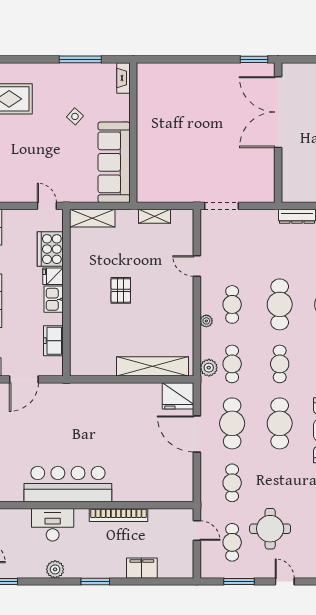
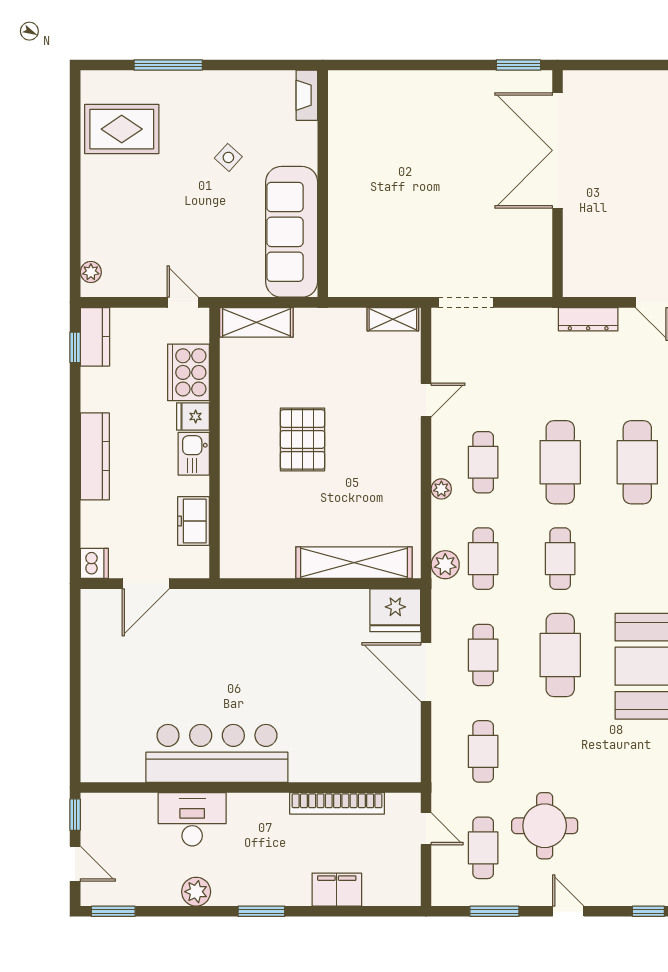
window: (80, 59) -> (168, 65), moved
shelving: (155, 216) -> (393, 319), moved
door: (197, 266) -> (426, 400), swing flipped
pallet: (121, 290) -> (303, 439), width x1.50, depth x1.42
cafe table: (232, 423) -> (483, 655), width x0.73, depth x0.74
bookcase: (119, 515) -> (337, 803), moved

